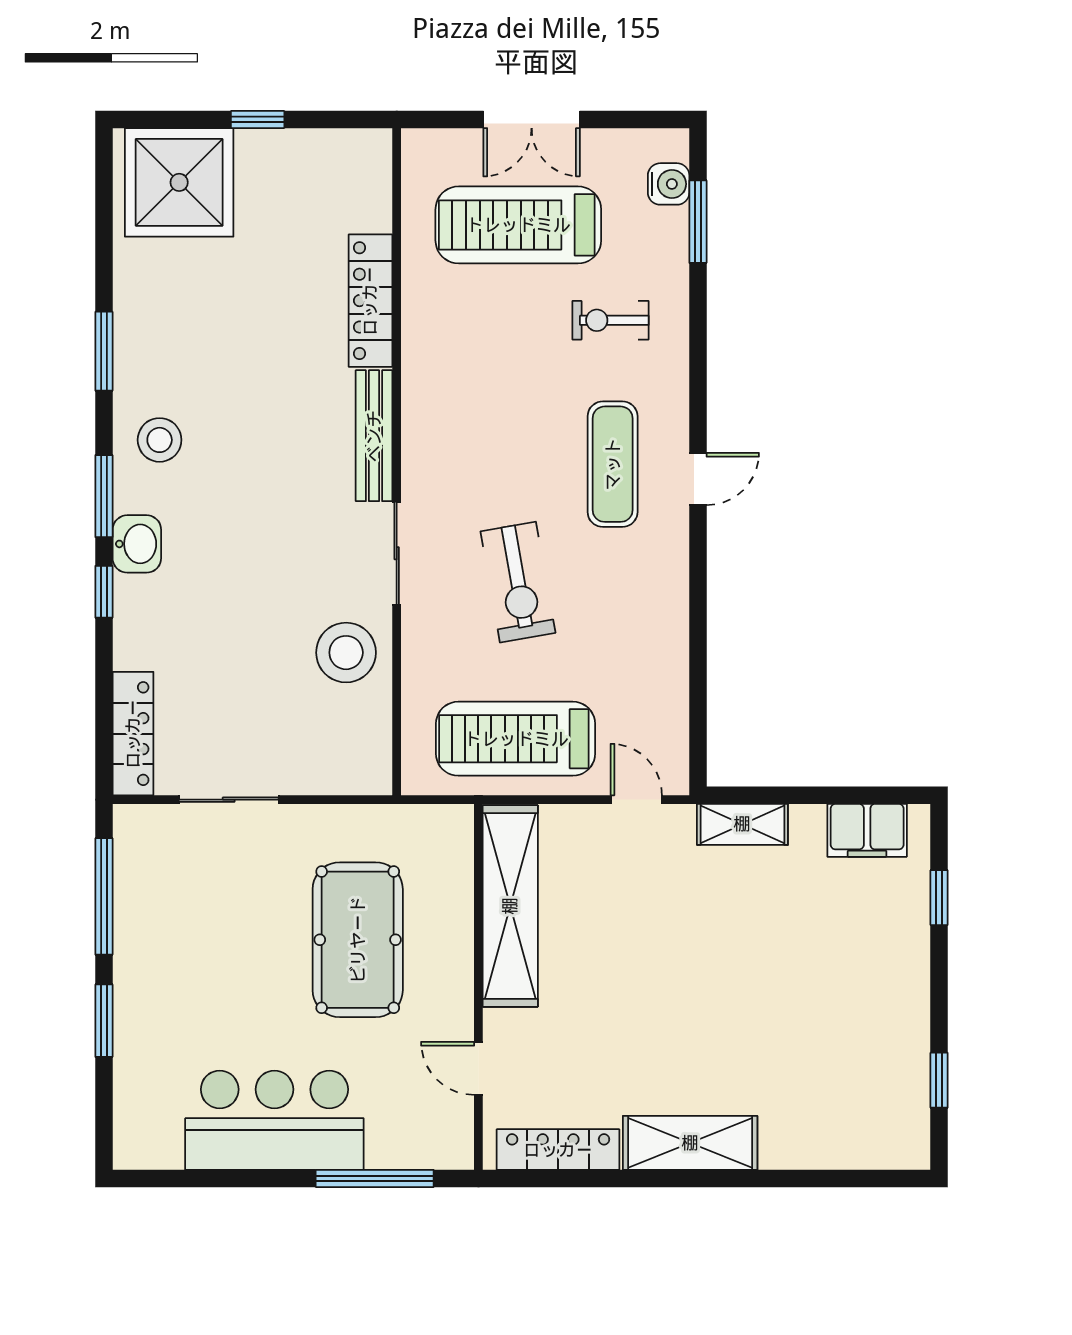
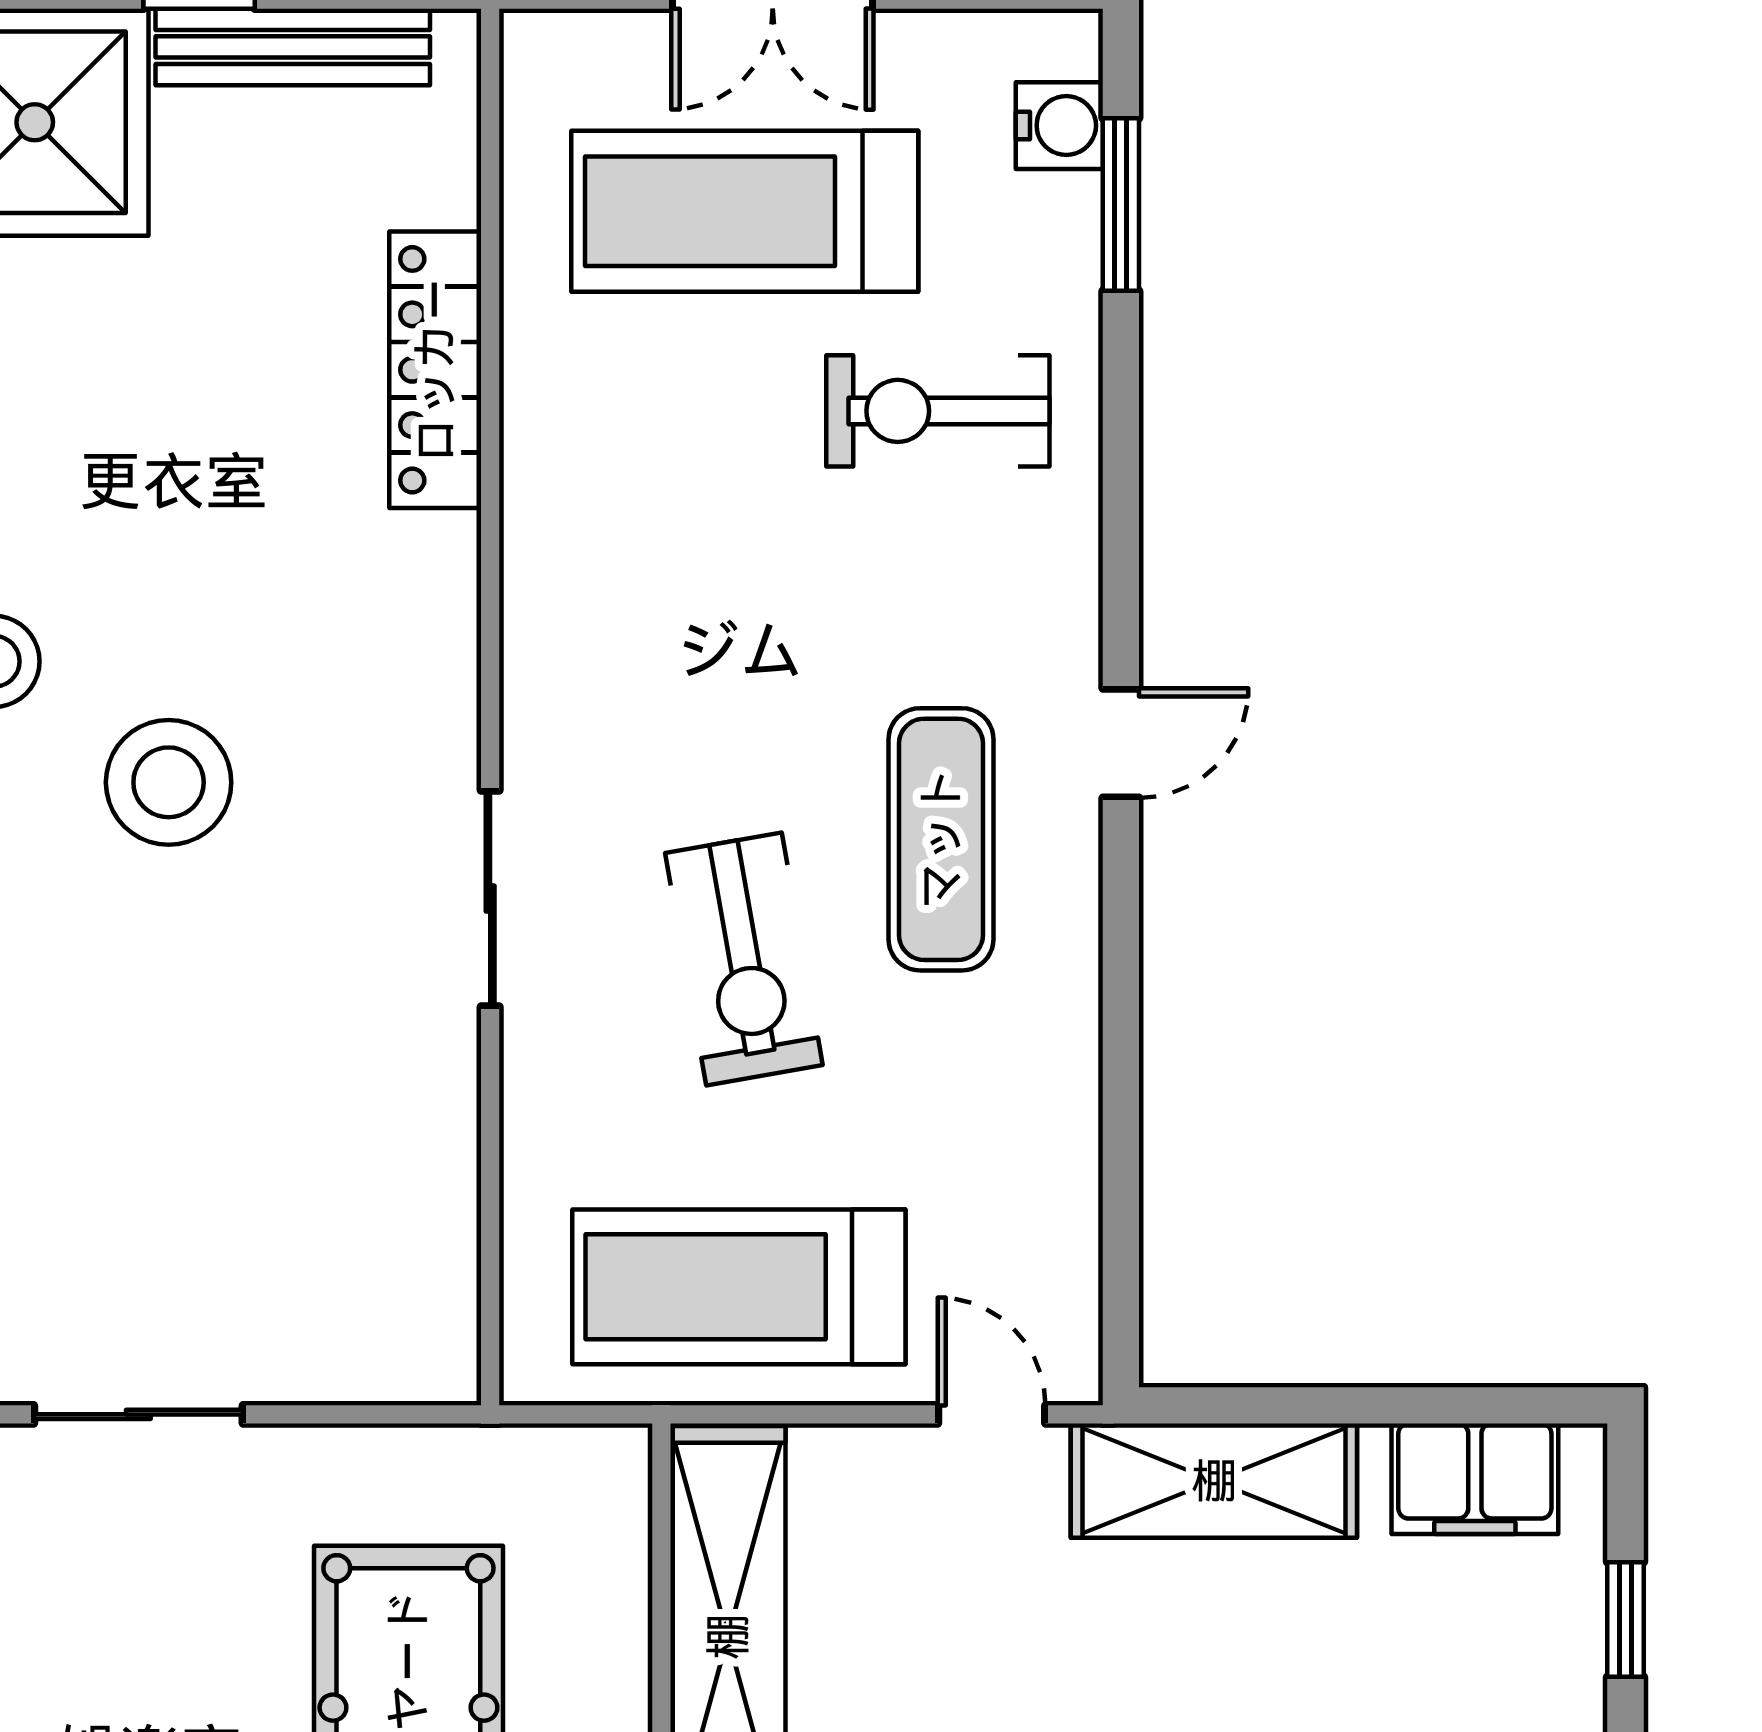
exercise bike: (611, 320) -> (938, 411), width x1.38, depth x1.39
bench: (374, 436) -> (293, 47), moved, turned 90
exercise mat: (613, 464) -> (941, 839), moved
stool: (346, 653) -> (169, 782), moved
shelving: (742, 824) -> (1214, 1481), width x1.50, depth x1.33

